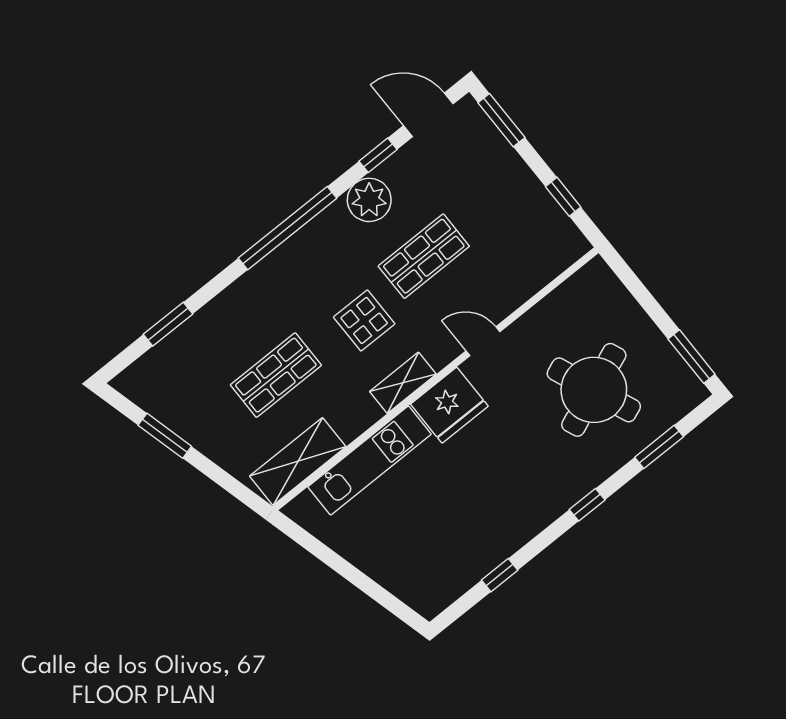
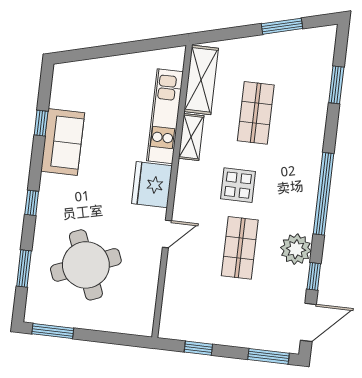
shelving: (403, 383) -> (191, 137), moved
sofa: (497, 535) -> (63, 142), added

